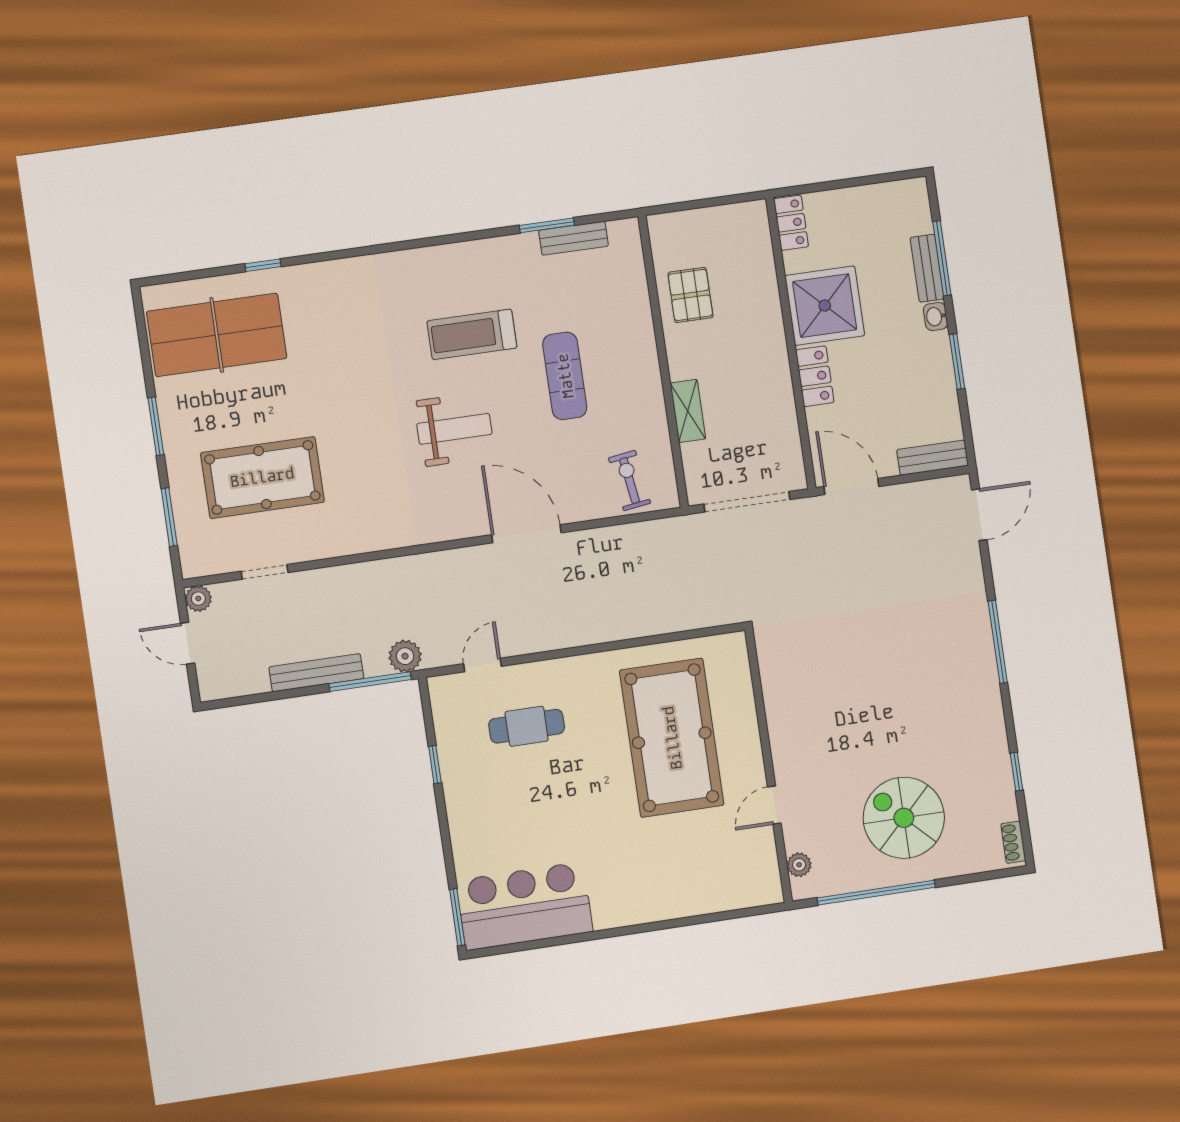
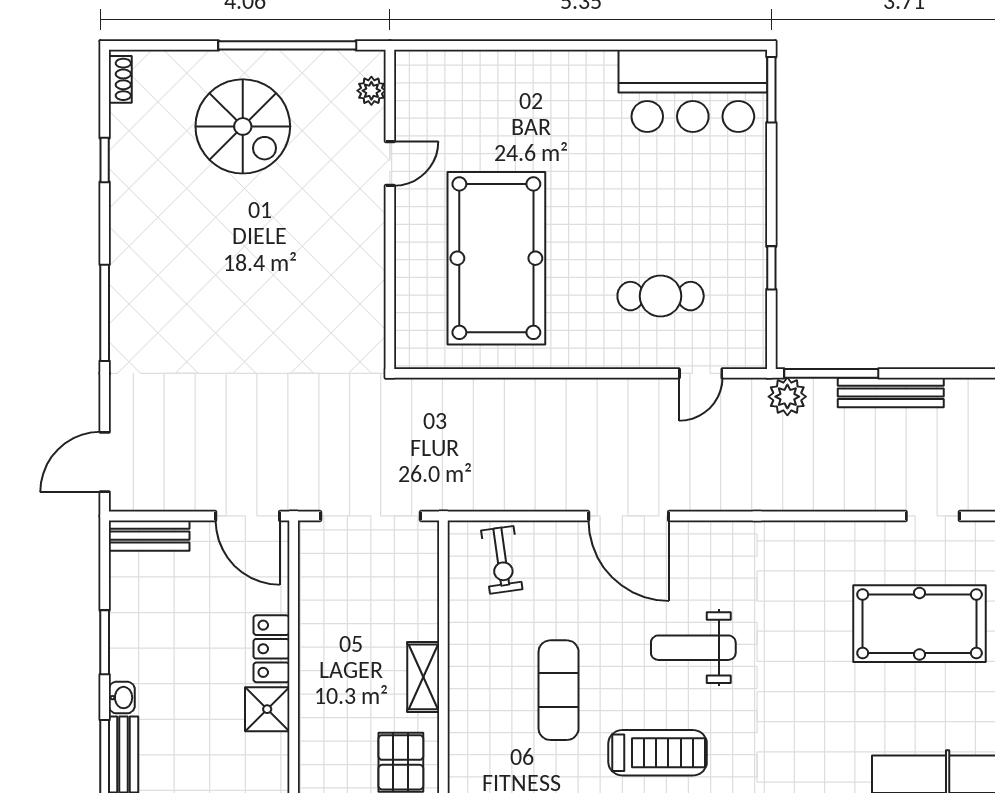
shower: (825, 306) -> (267, 709), width x0.54, depth x0.54
shelving: (688, 411) -> (423, 677), moved

